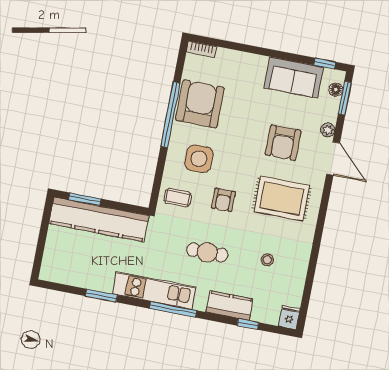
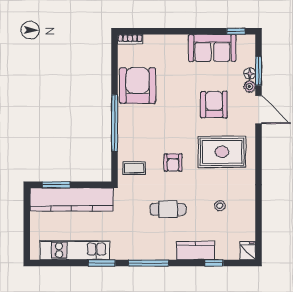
floor lamp: (336, 90) -> (250, 73), moved
window: (345, 98) -> (259, 71), moved
window: (170, 115) -> (115, 123), moved
armchair: (283, 143) -> (214, 105), turned 180
side table: (199, 159) -> (146, 132), removed
kitchen unit: (154, 290) -> (75, 250), moved
window: (101, 295) -> (102, 263), moved

